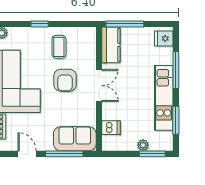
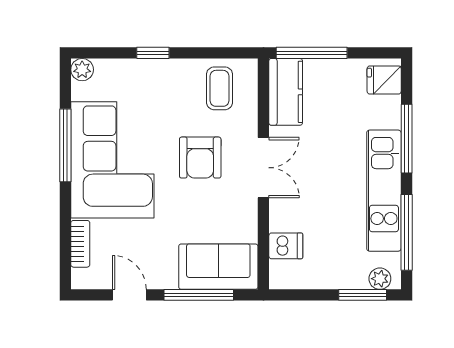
coffee table: (59, 47) -> (219, 88), moved
window: (176, 120) -> (407, 232), width x1.44
plant: (143, 145) -> (380, 279), moved

